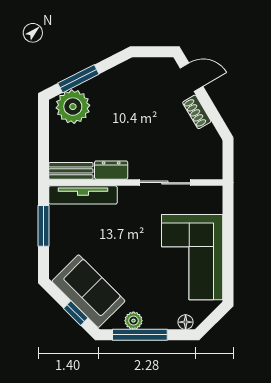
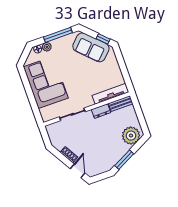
door: (191, 77) -> (78, 171), swing flipped
window: (78, 79) -> (124, 160), moved
window: (43, 226) -> (125, 72), removed
window: (76, 313) -> (103, 39), moved
plant: (133, 321) -> (47, 47), moved

